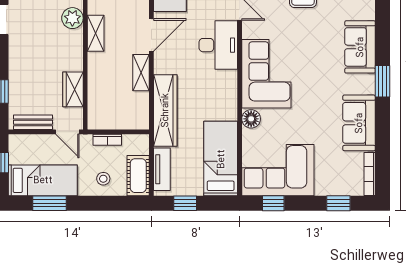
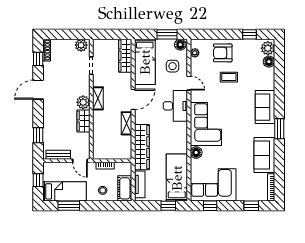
plant: (72, 18) -> (83, 102), moved
wardrobe: (73, 89) -> (84, 121), moved
window: (185, 203) -> (168, 206), moved

